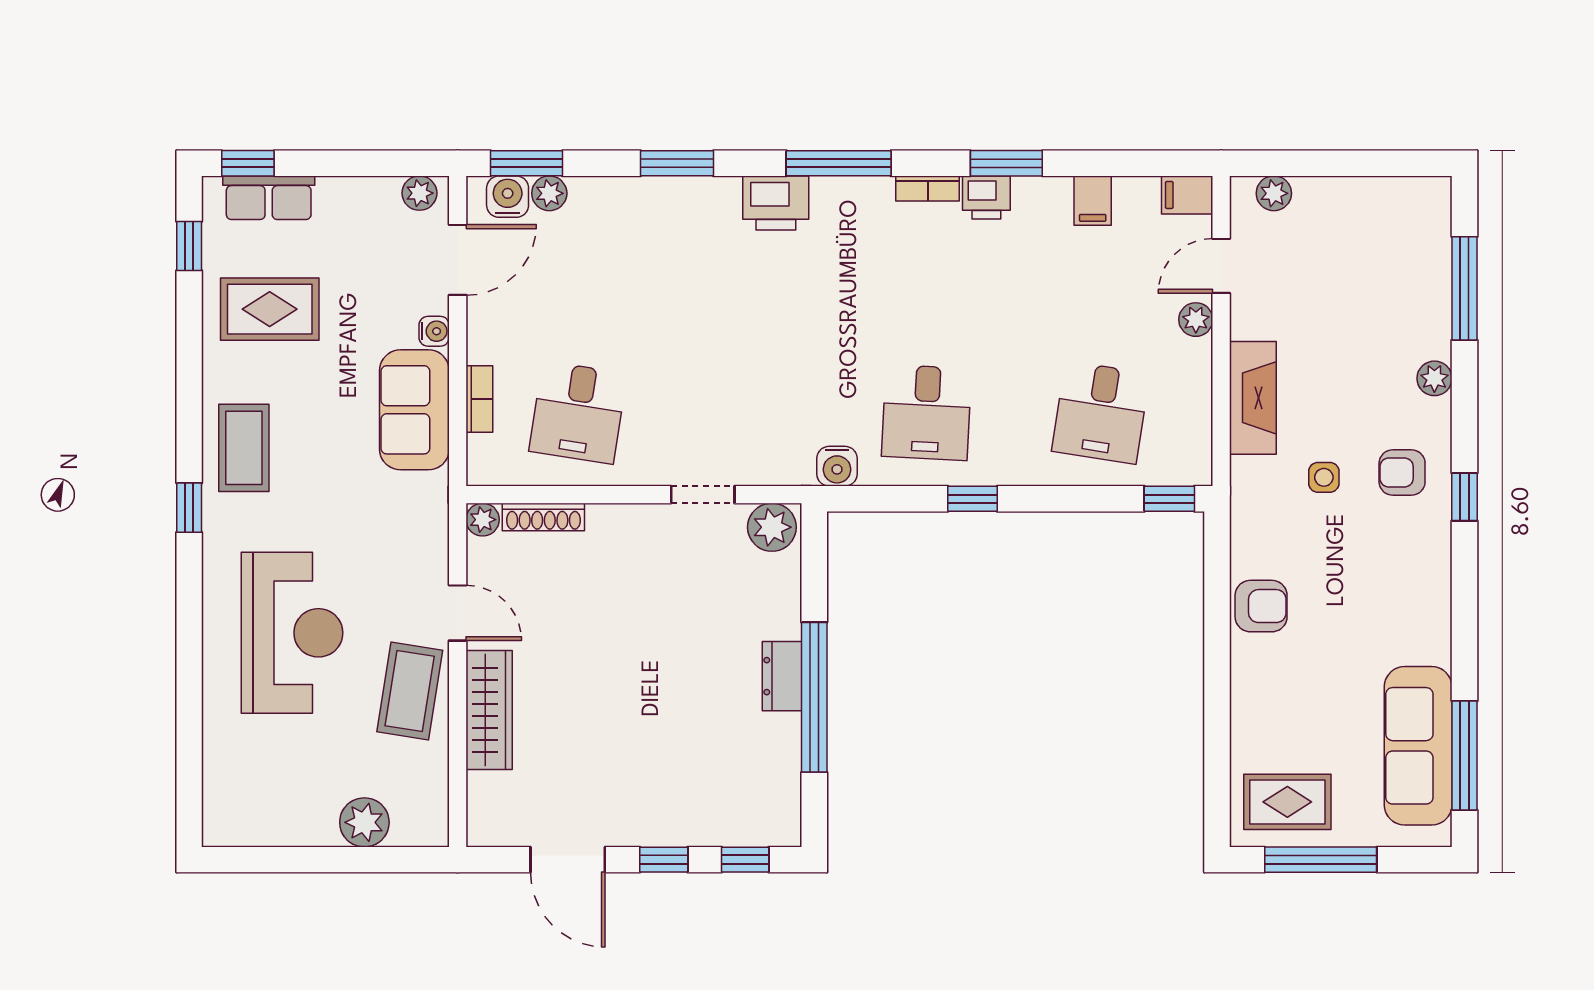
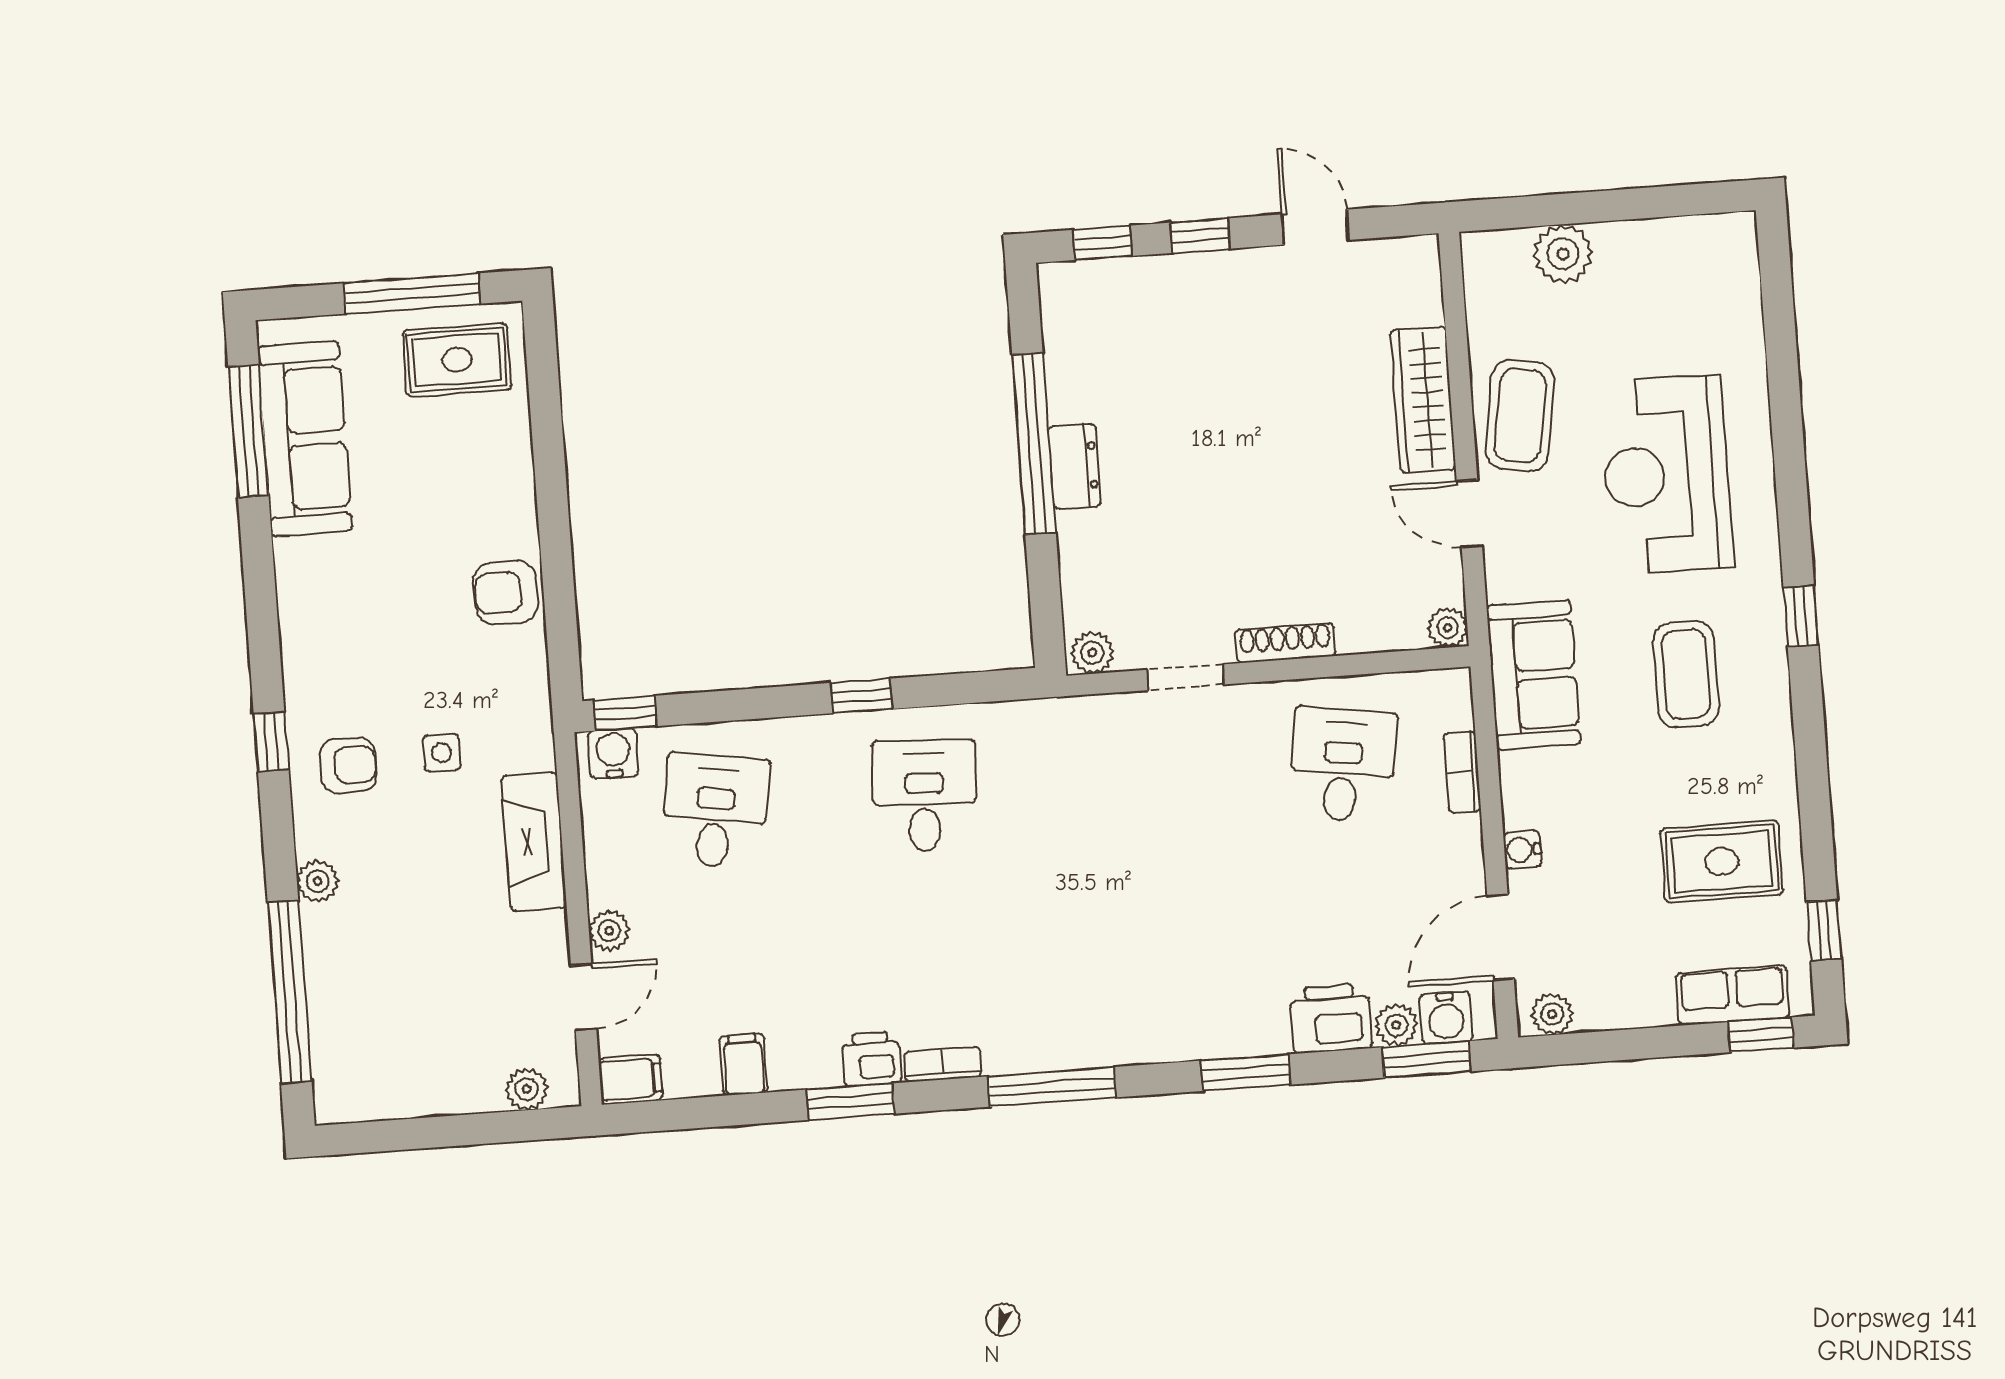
printer: (776, 203) -> (1331, 1018), moved
window: (1464, 288) -> (290, 992), width x1.46
sofa: (414, 410) -> (1533, 675), moved
coffee table: (244, 448) -> (1686, 674), moved
water cooler: (837, 466) -> (613, 753), moved
shoe rack: (543, 517) -> (1285, 643), moved
plant: (772, 527) -> (1092, 653), width x0.73, depth x0.73
door: (568, 860) -> (1315, 227), width x0.73

